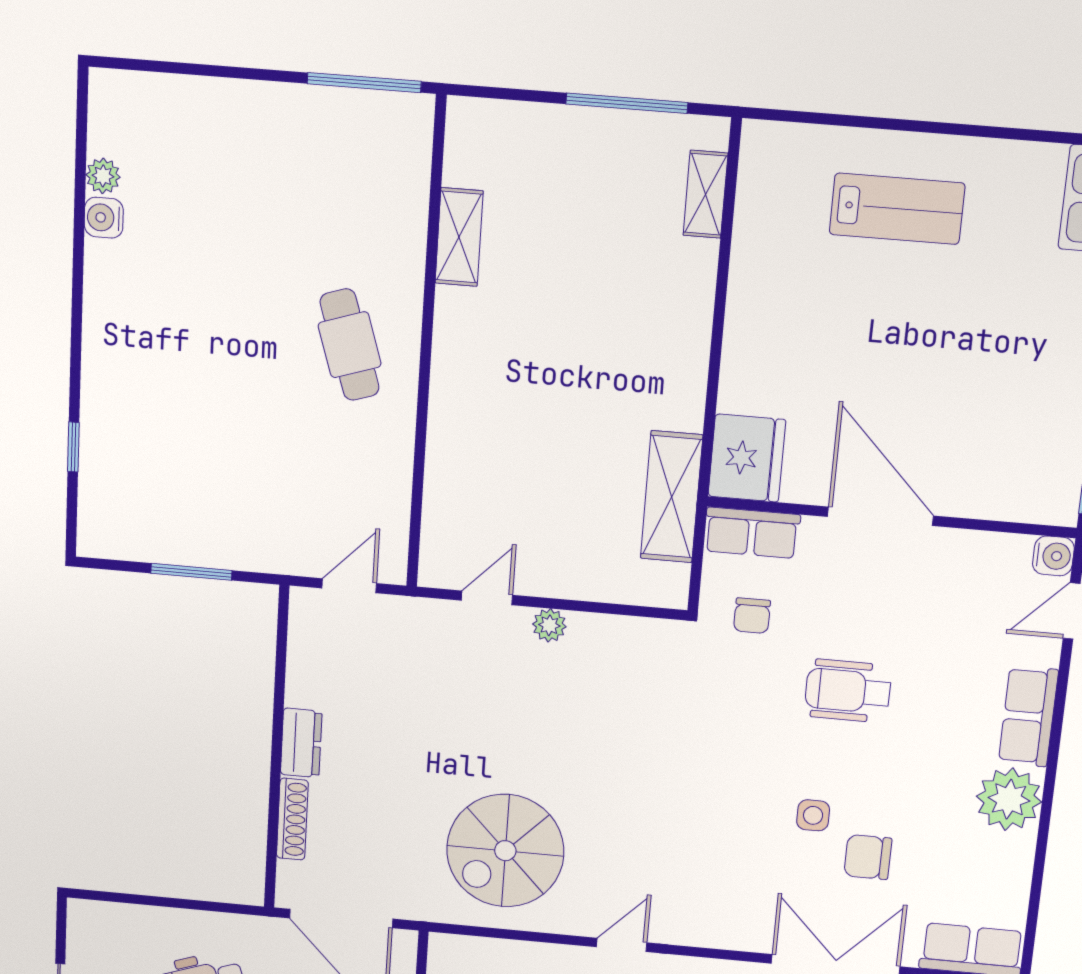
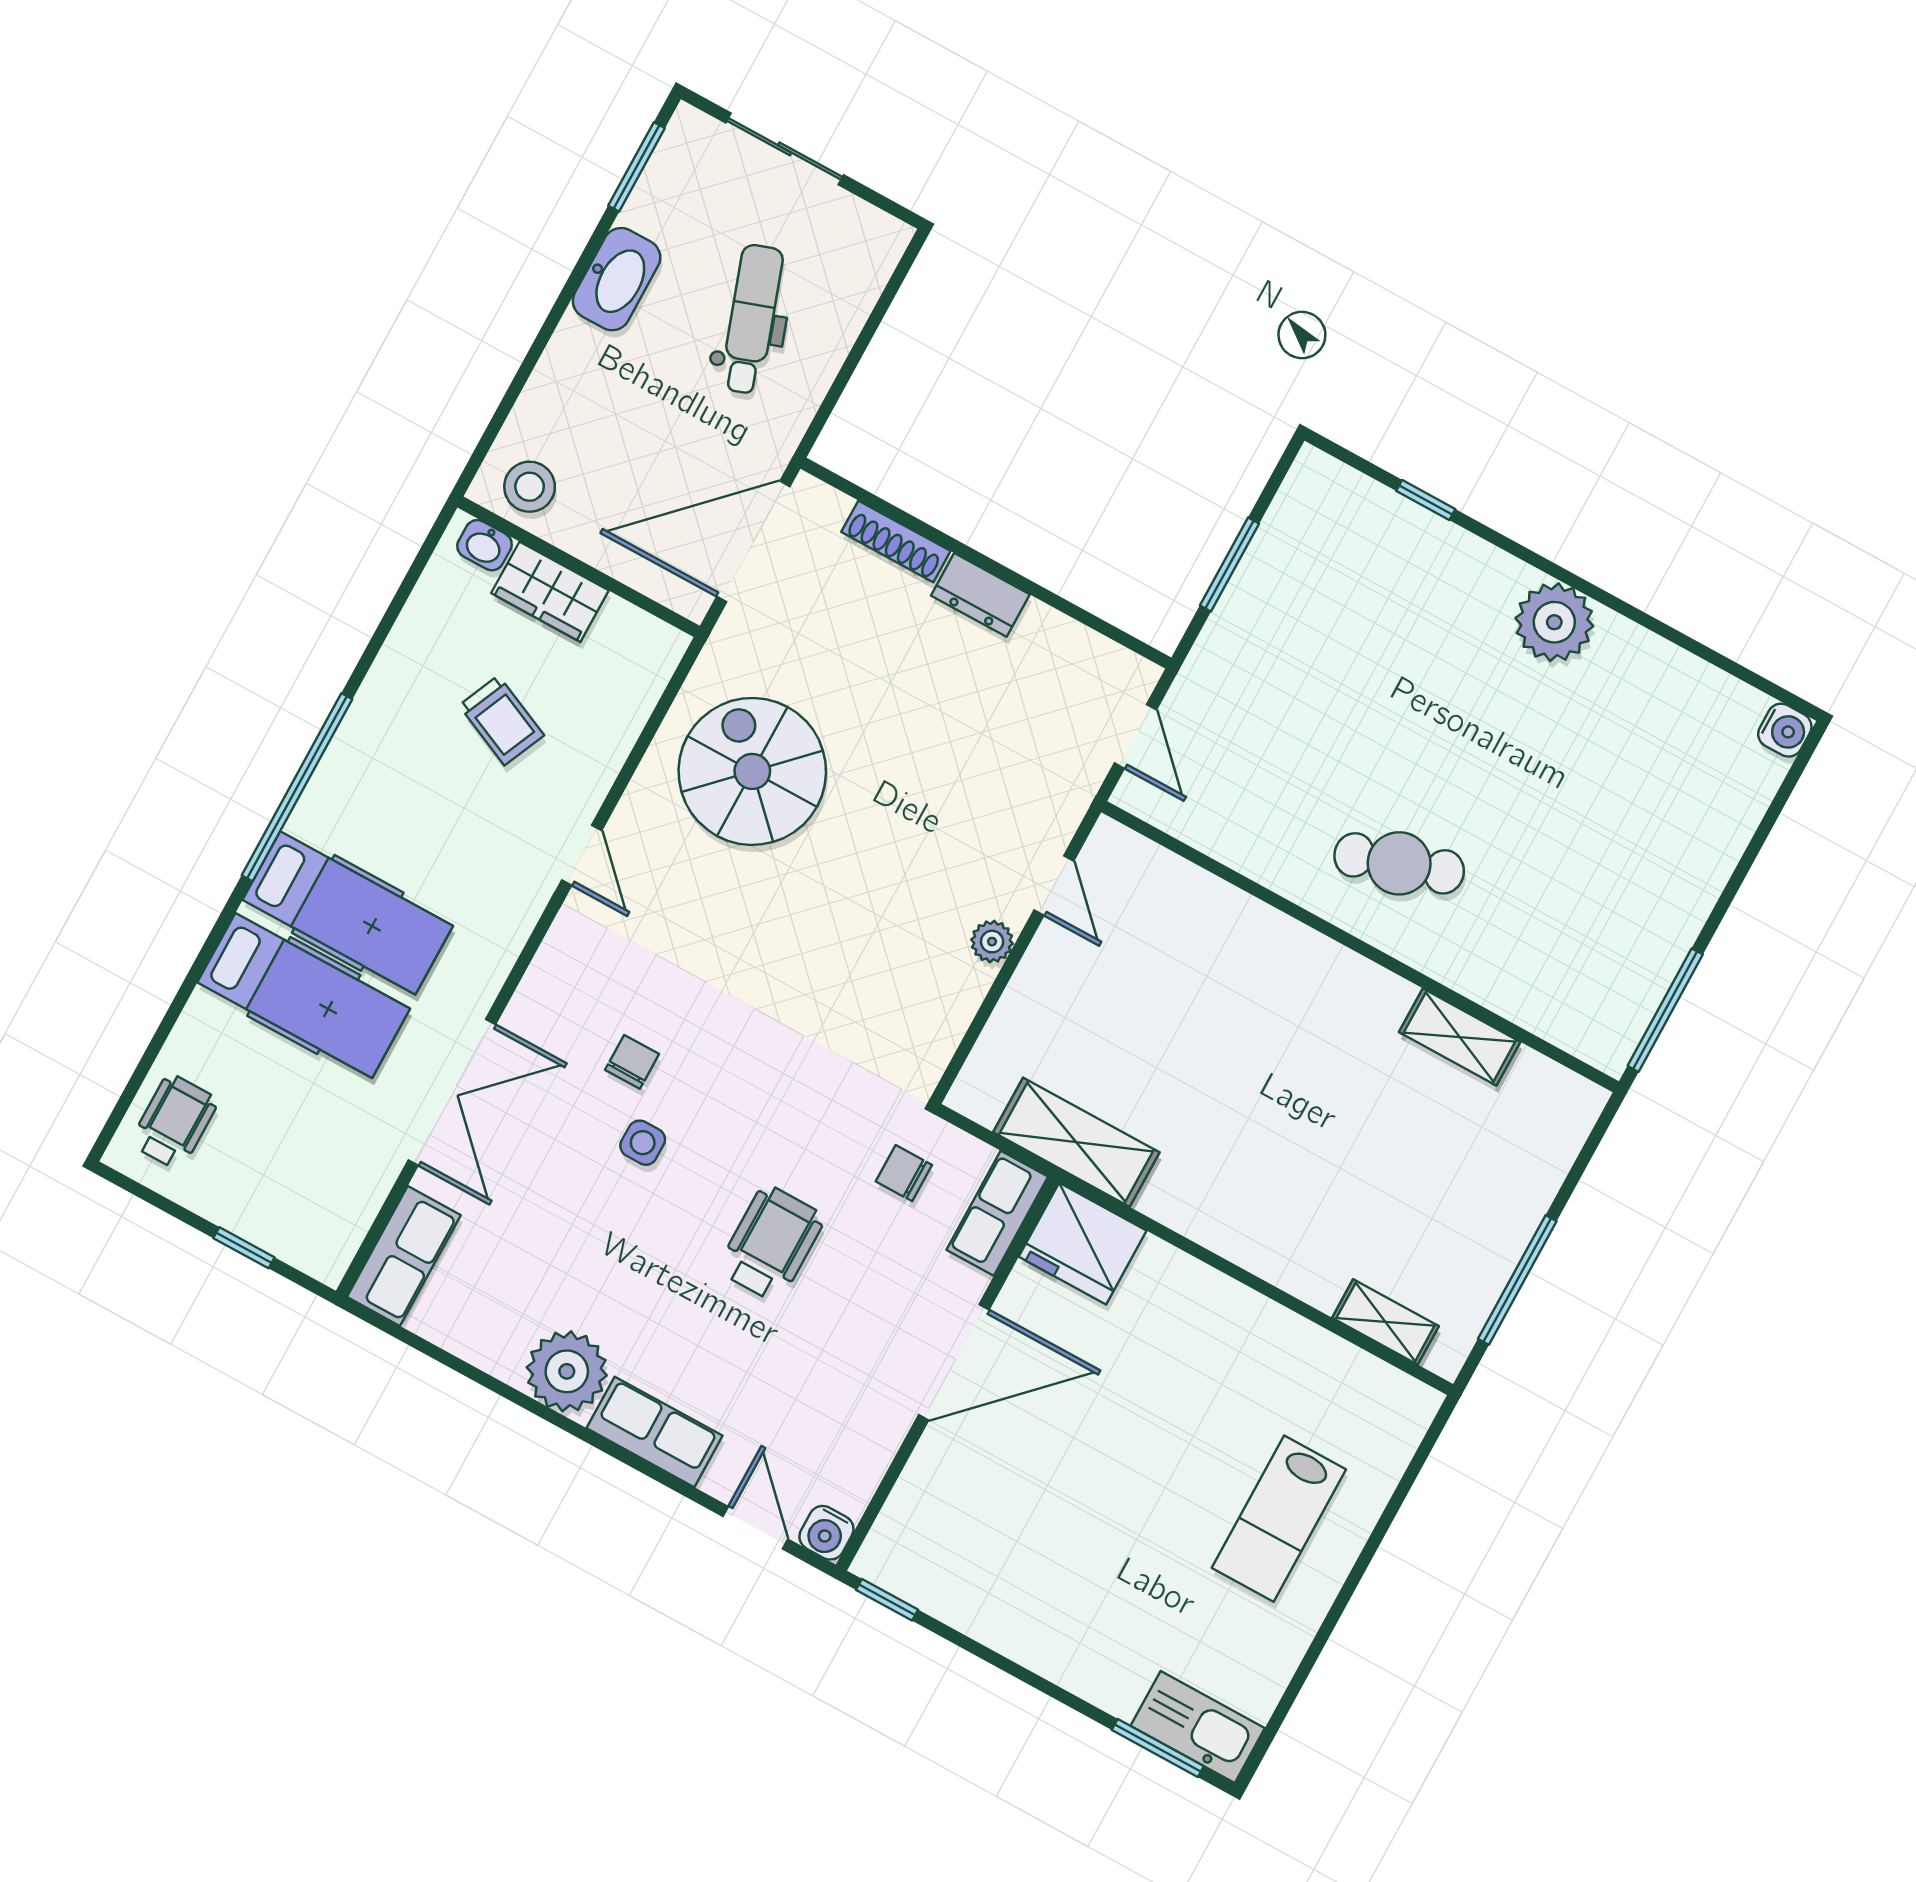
plant: (103, 176) -> (1554, 622), moved, width x1.87, depth x1.87
water cooler: (104, 218) -> (1785, 730), moved, turned 90
chair: (868, 857) -> (632, 1062), moved, width x0.73, depth x0.73

